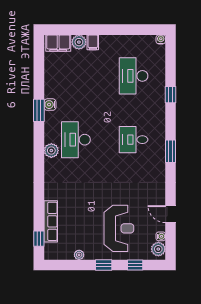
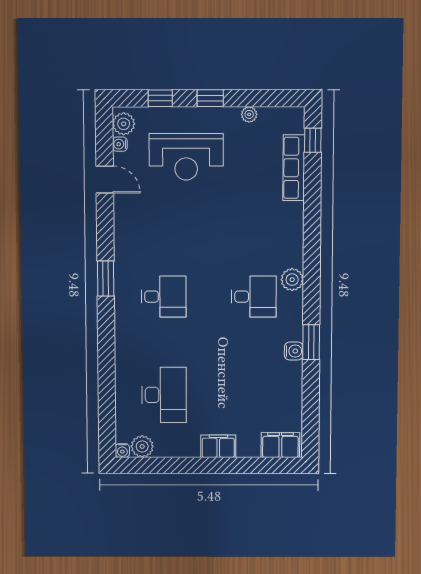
plant: (79, 42) -> (142, 446), moved
filing cabinet: (93, 42) -> (218, 446), width x2.00
window: (171, 95) -> (106, 366), removed
desk: (76, 140) -> (254, 297), width x0.73
reception desk: (119, 228) -> (186, 157), turned -90

